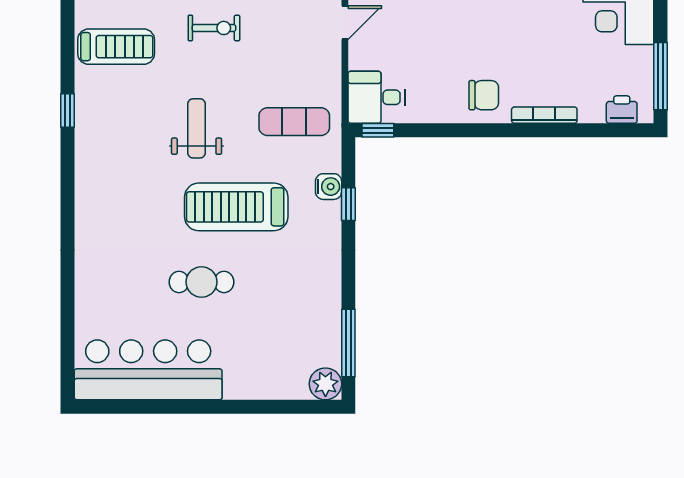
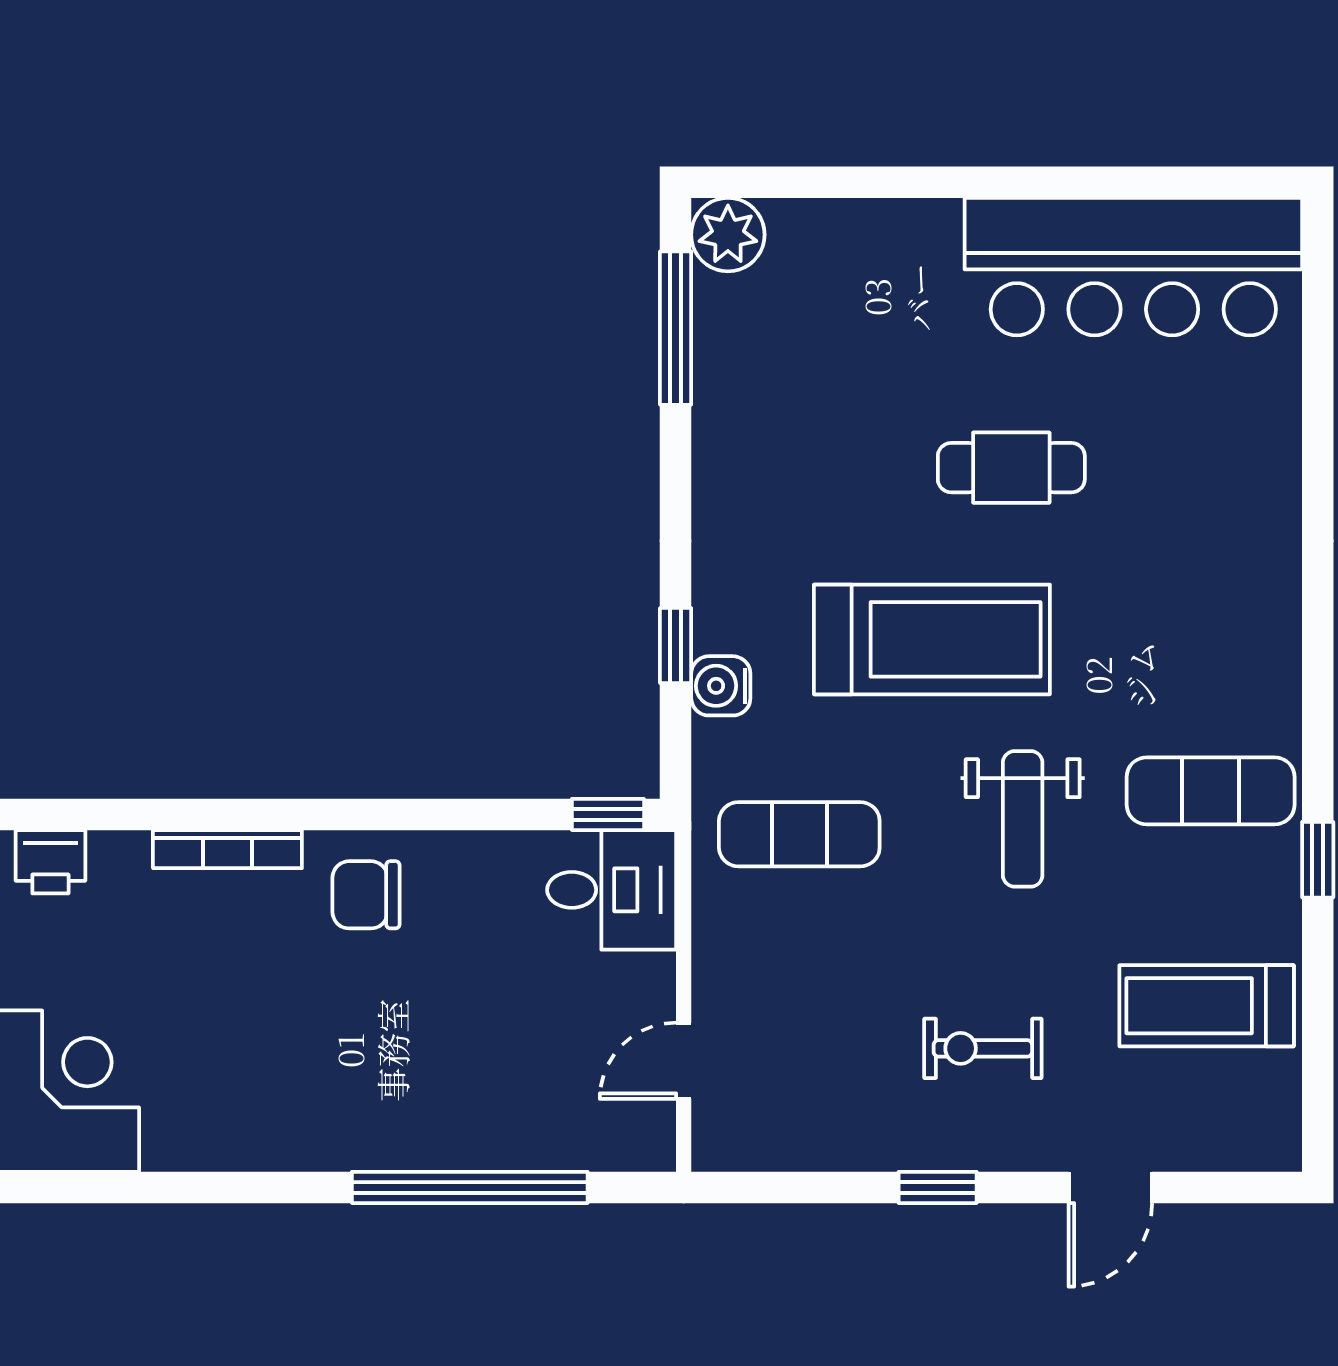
exercise mat: (114, 141) -> (1211, 791), added

